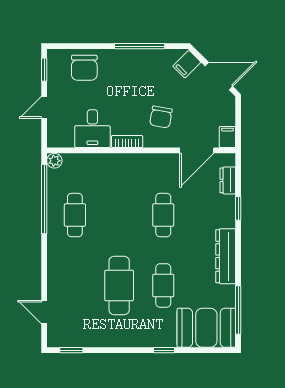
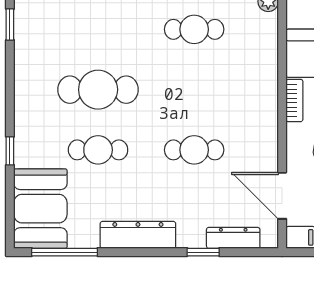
dresser: (228, 180) -> (233, 238), width x1.44

